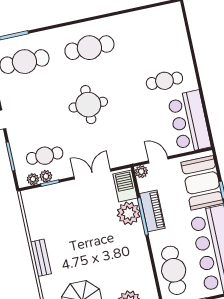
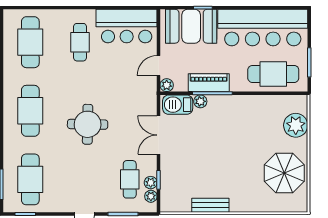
cafe table: (154, 34) -> (30, 42), added
plant: (129, 213) -> (200, 101), width x0.53, depth x0.53
bench: (41, 258) -> (210, 205), moved

